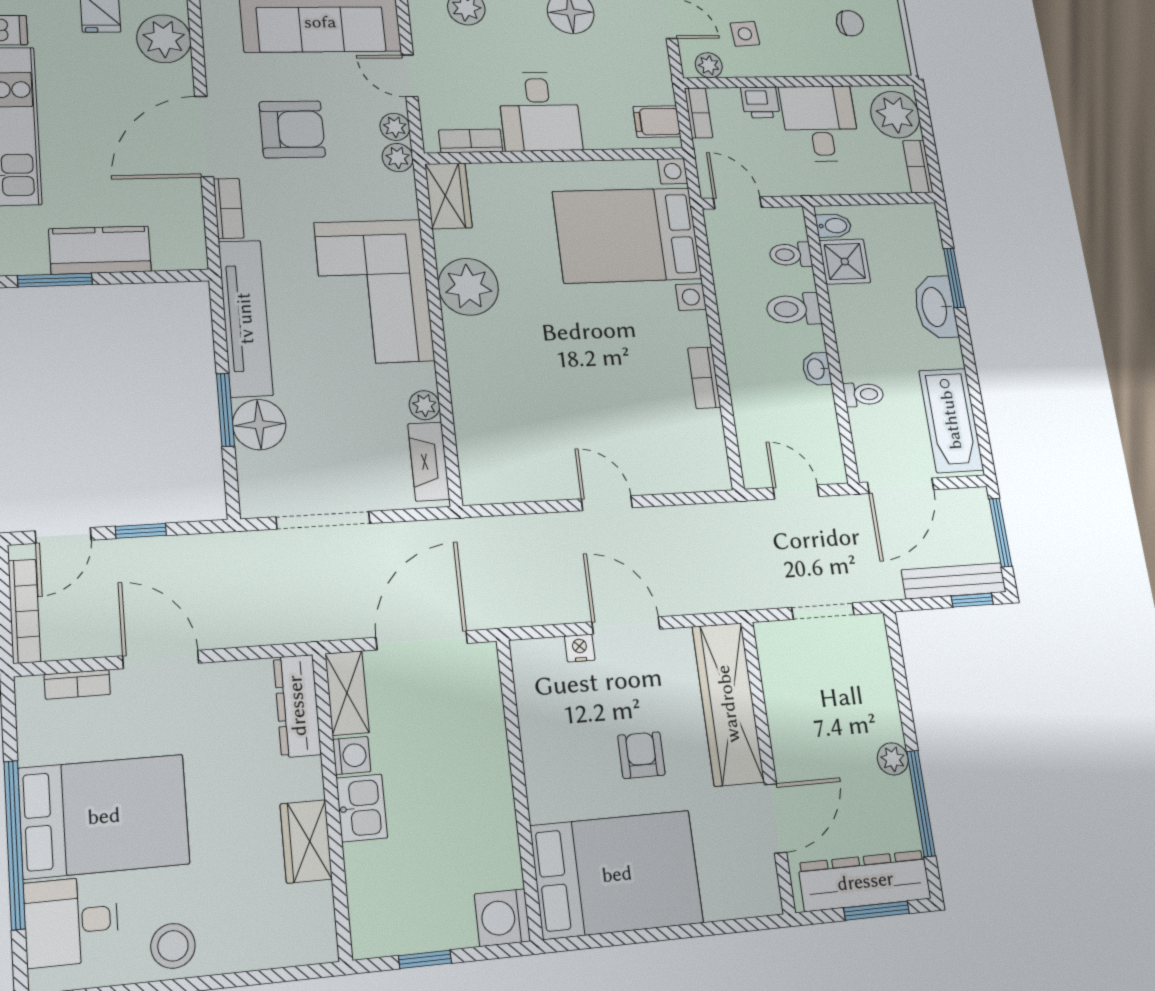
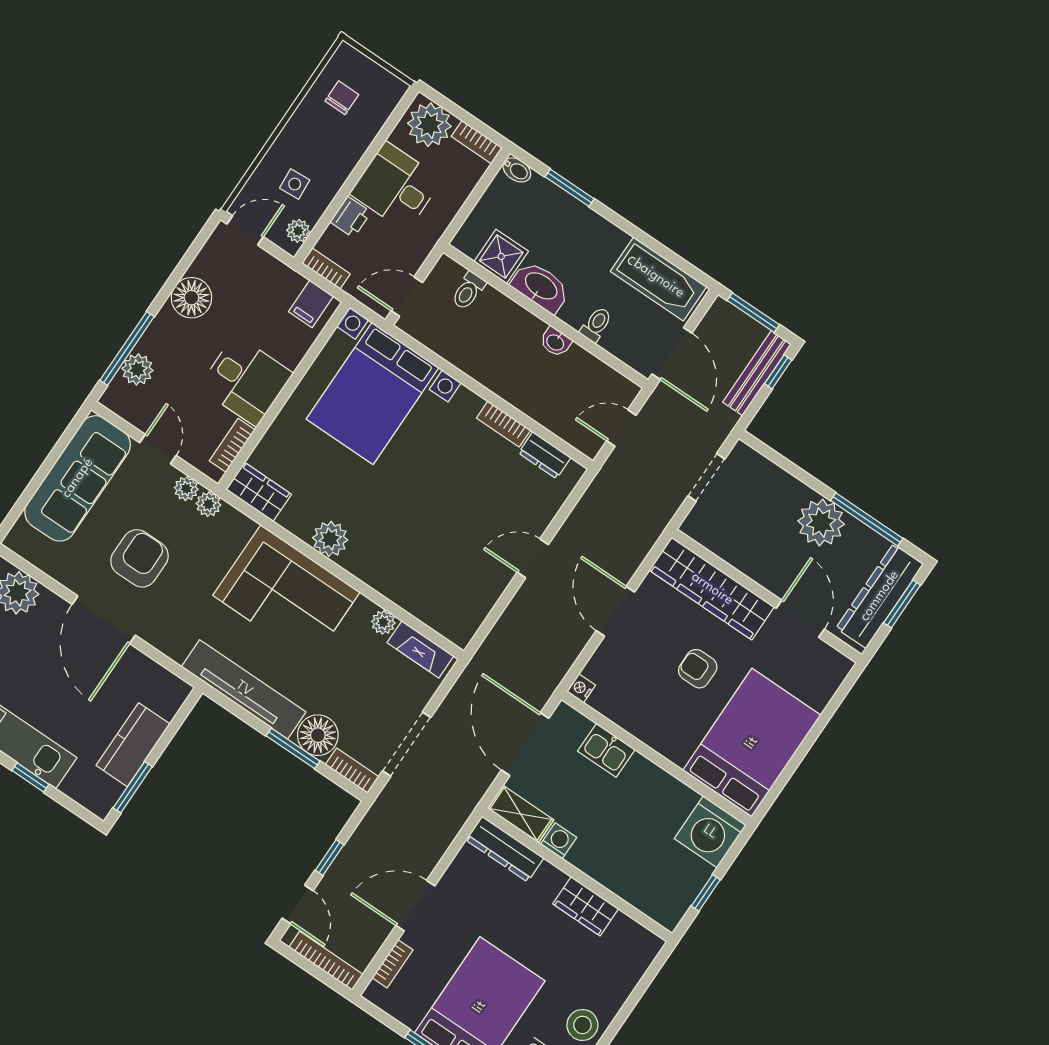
door: (410, 76) -> (158, 449), swing flipped
bookcase: (229, 208) -> (352, 771), moved
bidet: (834, 226) -> (517, 170), moved, turned 90
plant: (468, 287) -> (330, 539), width x0.73, depth x0.73
washbasin: (935, 307) -> (541, 287), moved, turned 180
toilet: (794, 309) -> (505, 322), removed
dresser: (710, 439) -> (545, 455), added
door: (626, 625) -> (615, 611), hinge flipped
nightstand: (580, 648) -> (581, 688), moved
plant: (893, 759) -> (821, 523), width x1.88, depth x1.88
kitchen sink: (362, 808) -> (606, 750), moved, turned 180
washing machine: (502, 918) -> (710, 832), width x1.37, depth x1.37

